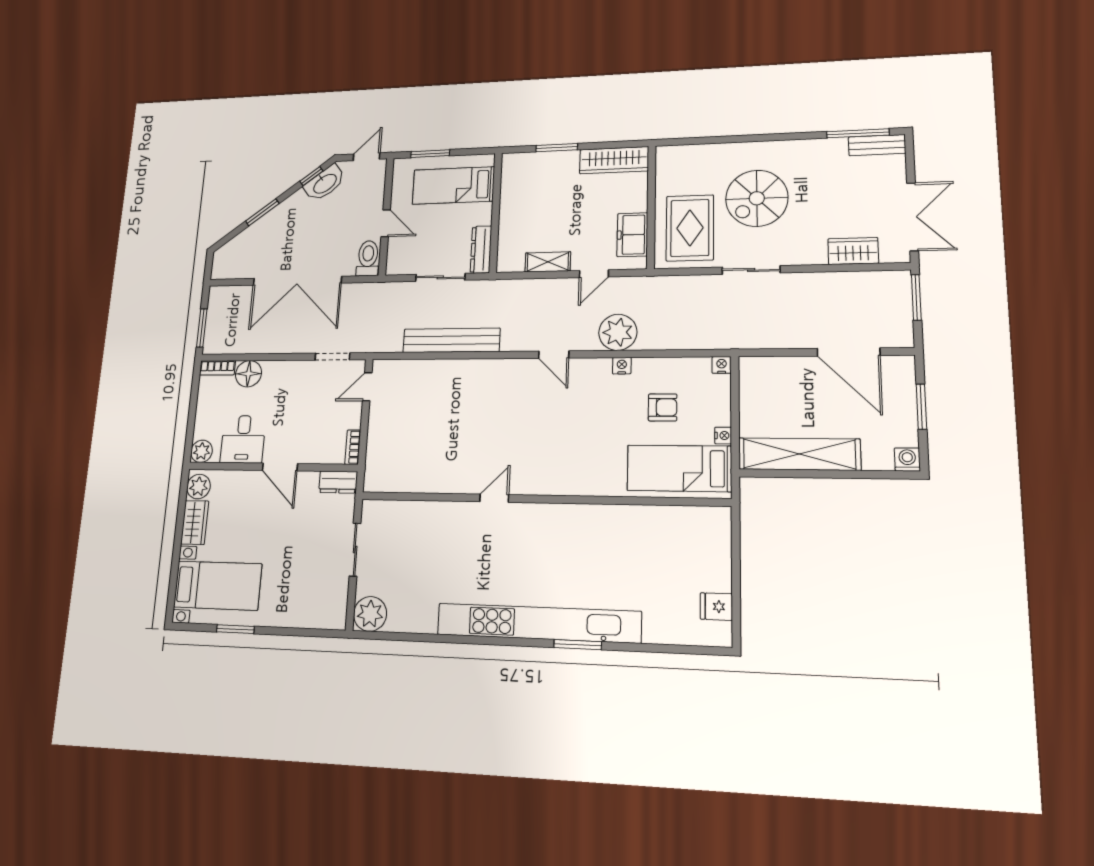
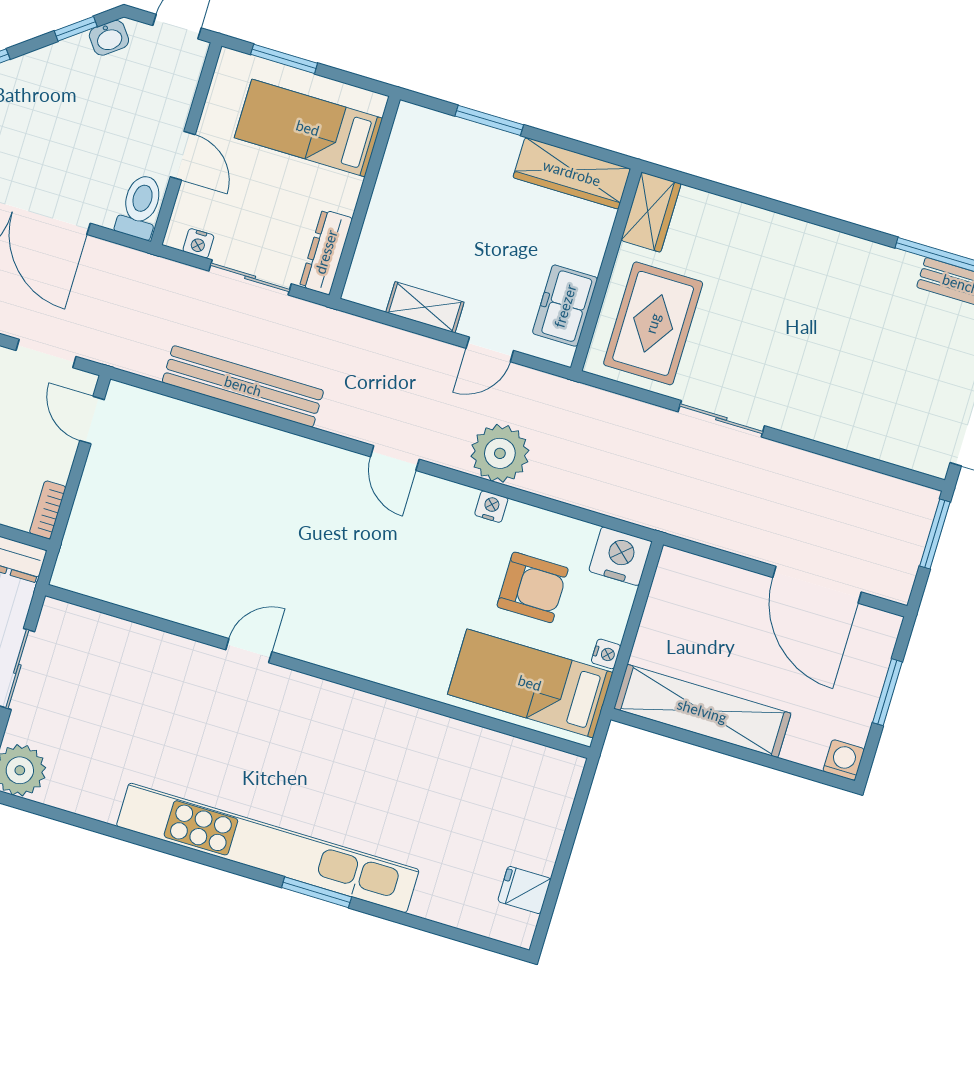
washbasin: (325, 183) -> (109, 38), width x0.52, depth x0.69
spiral stairs: (757, 198) -> (764, 309), removed
wardrobe: (853, 251) -> (651, 212), moved, turned 90
nightstand: (406, 268) -> (198, 243), added
nightstand: (722, 365) -> (620, 556), width x1.89, depth x1.79
door: (367, 387) -> (92, 420), hinge flipped
armchair: (663, 407) -> (533, 587), width x1.38, depth x1.38

